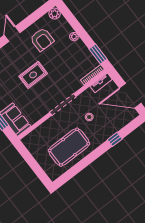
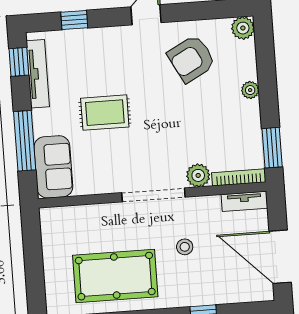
armchair: (42, 40) -> (191, 59), turned 62
rug: (33, 75) -> (105, 113), moved
plant: (76, 85) -> (198, 175), added

